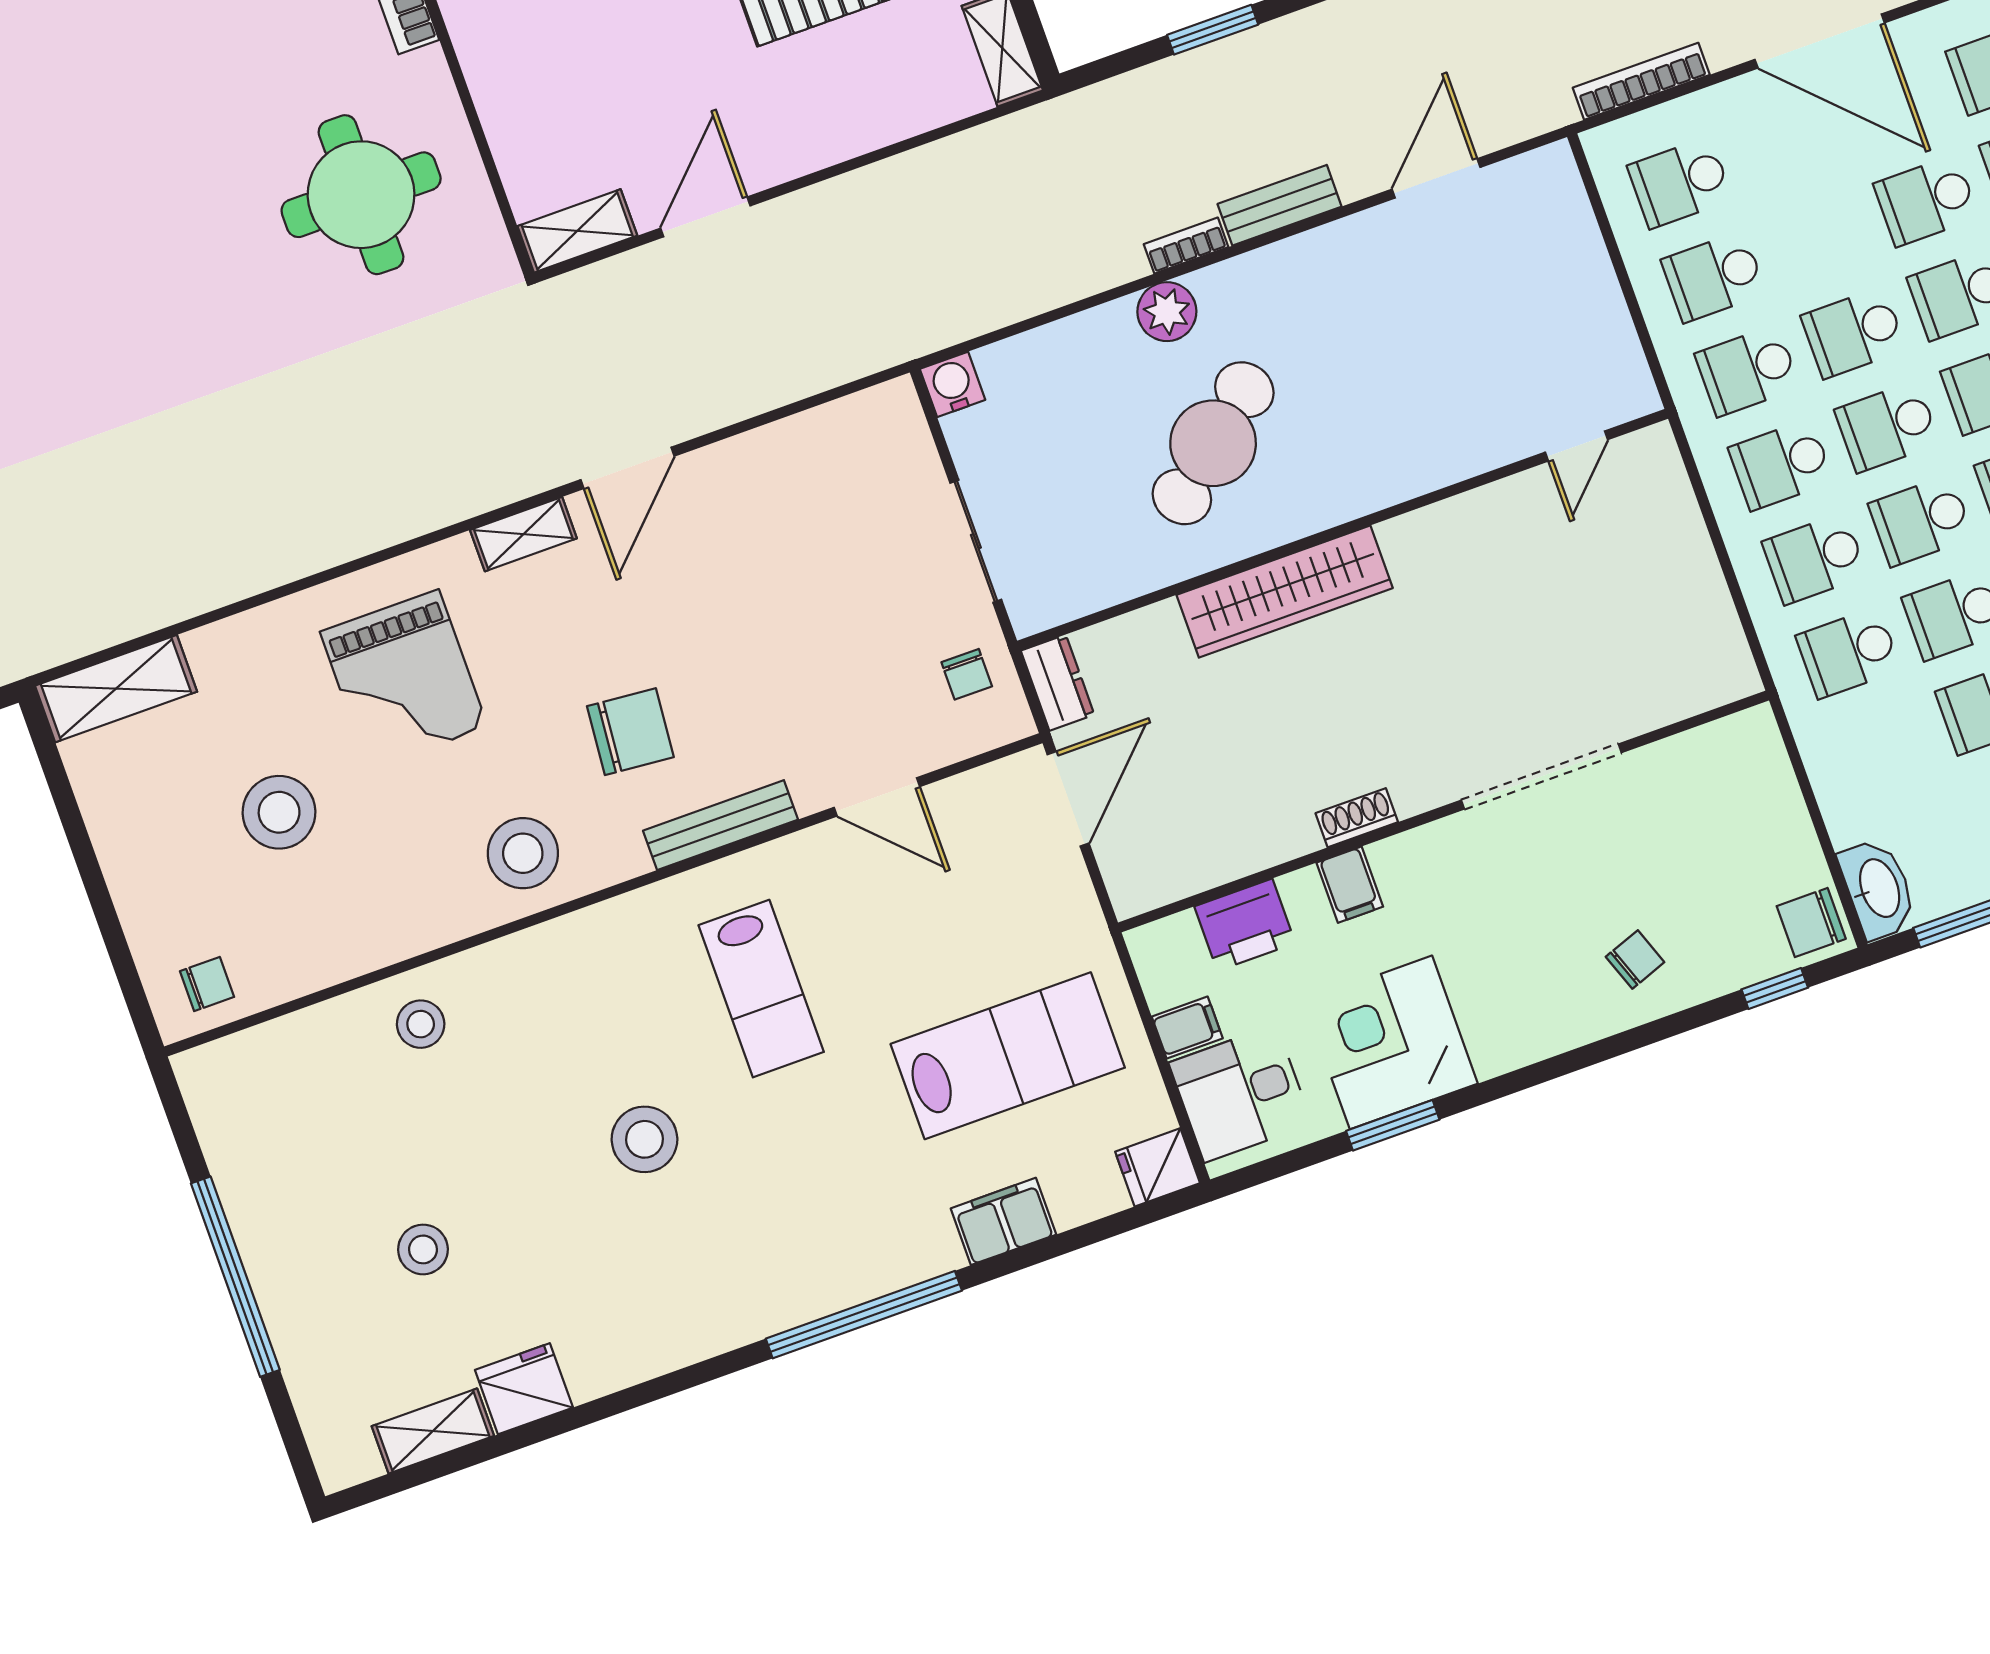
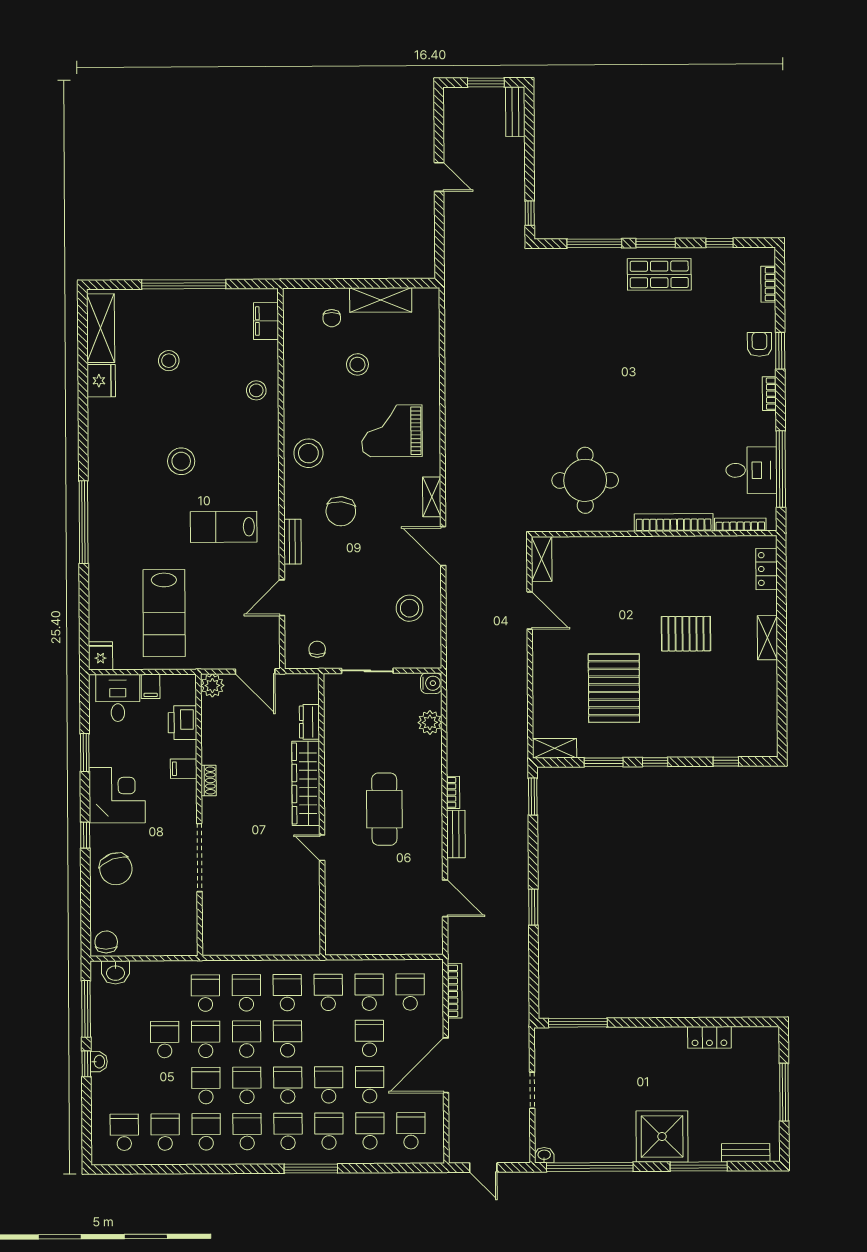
window: (1213, 30) -> (533, 797), moved
plant: (1167, 312) -> (430, 722), moved
school desk: (1854, 333) -> (369, 1038), moved
cafe table: (1213, 443) -> (384, 809), moved, turned 40
door: (1577, 446) -> (322, 848), moved
stool: (798, 495) -> (410, 608), added
chair: (967, 674) -> (317, 649), turned 90
dresser: (1058, 683) -> (309, 722), moved, turned 90
shelving: (116, 689) -> (381, 300), moved, turned 90
stool: (279, 812) -> (357, 364), width x0.73, depth x0.73
bench: (720, 825) -> (292, 542), width x0.73
plant: (1135, 886) -> (212, 686), added
washbasin: (1878, 889) -> (115, 972), width x0.72
chair: (1635, 960) -> (116, 869), width x1.87, depth x1.87
chair: (207, 984) -> (332, 318), moved
window: (1775, 989) -> (85, 835), moved
corner desk: (1391, 1042) -> (117, 795), moved
filing cabinet: (1003, 1221) -> (266, 321), moved, turned 180
shelving: (433, 1431) -> (101, 328), width x1.50, depth x1.33

